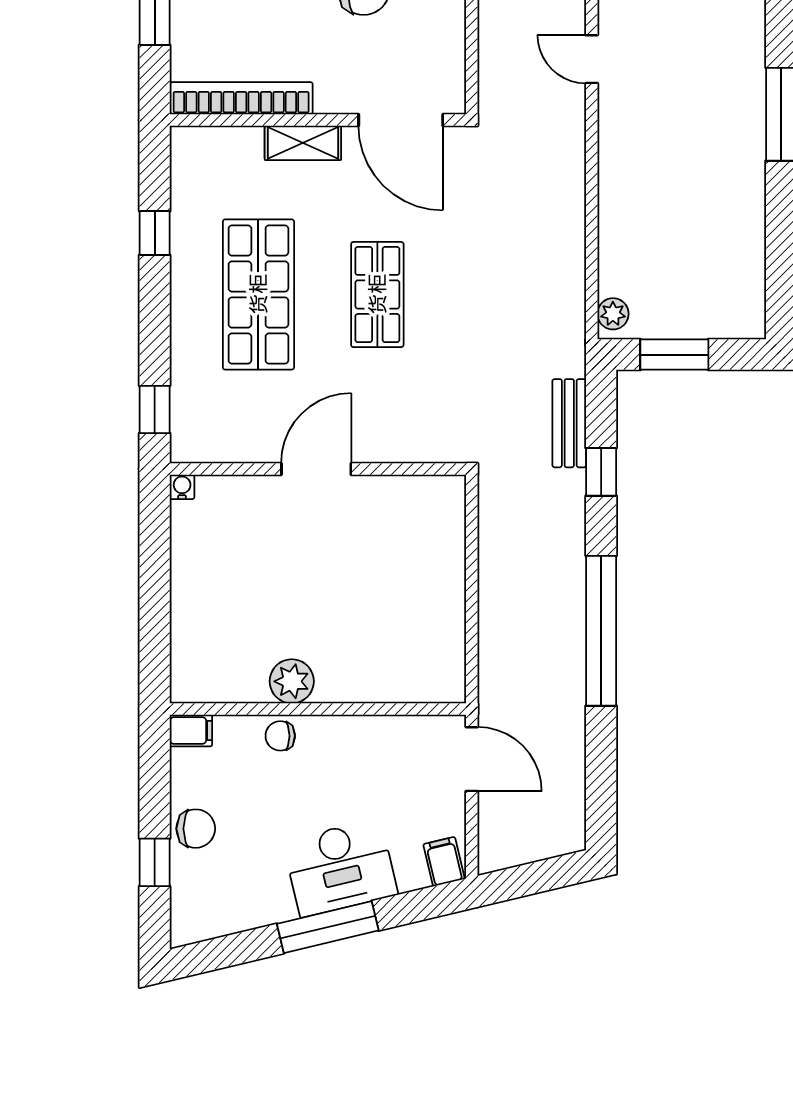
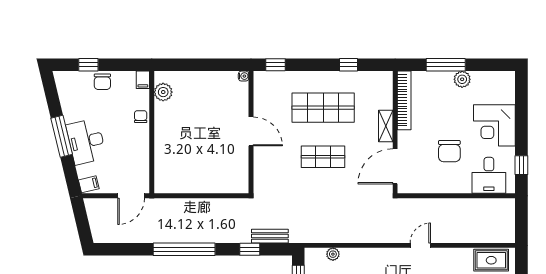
plant: (613, 314) -> (333, 254), moved
plant: (292, 681) -> (163, 92), moved

